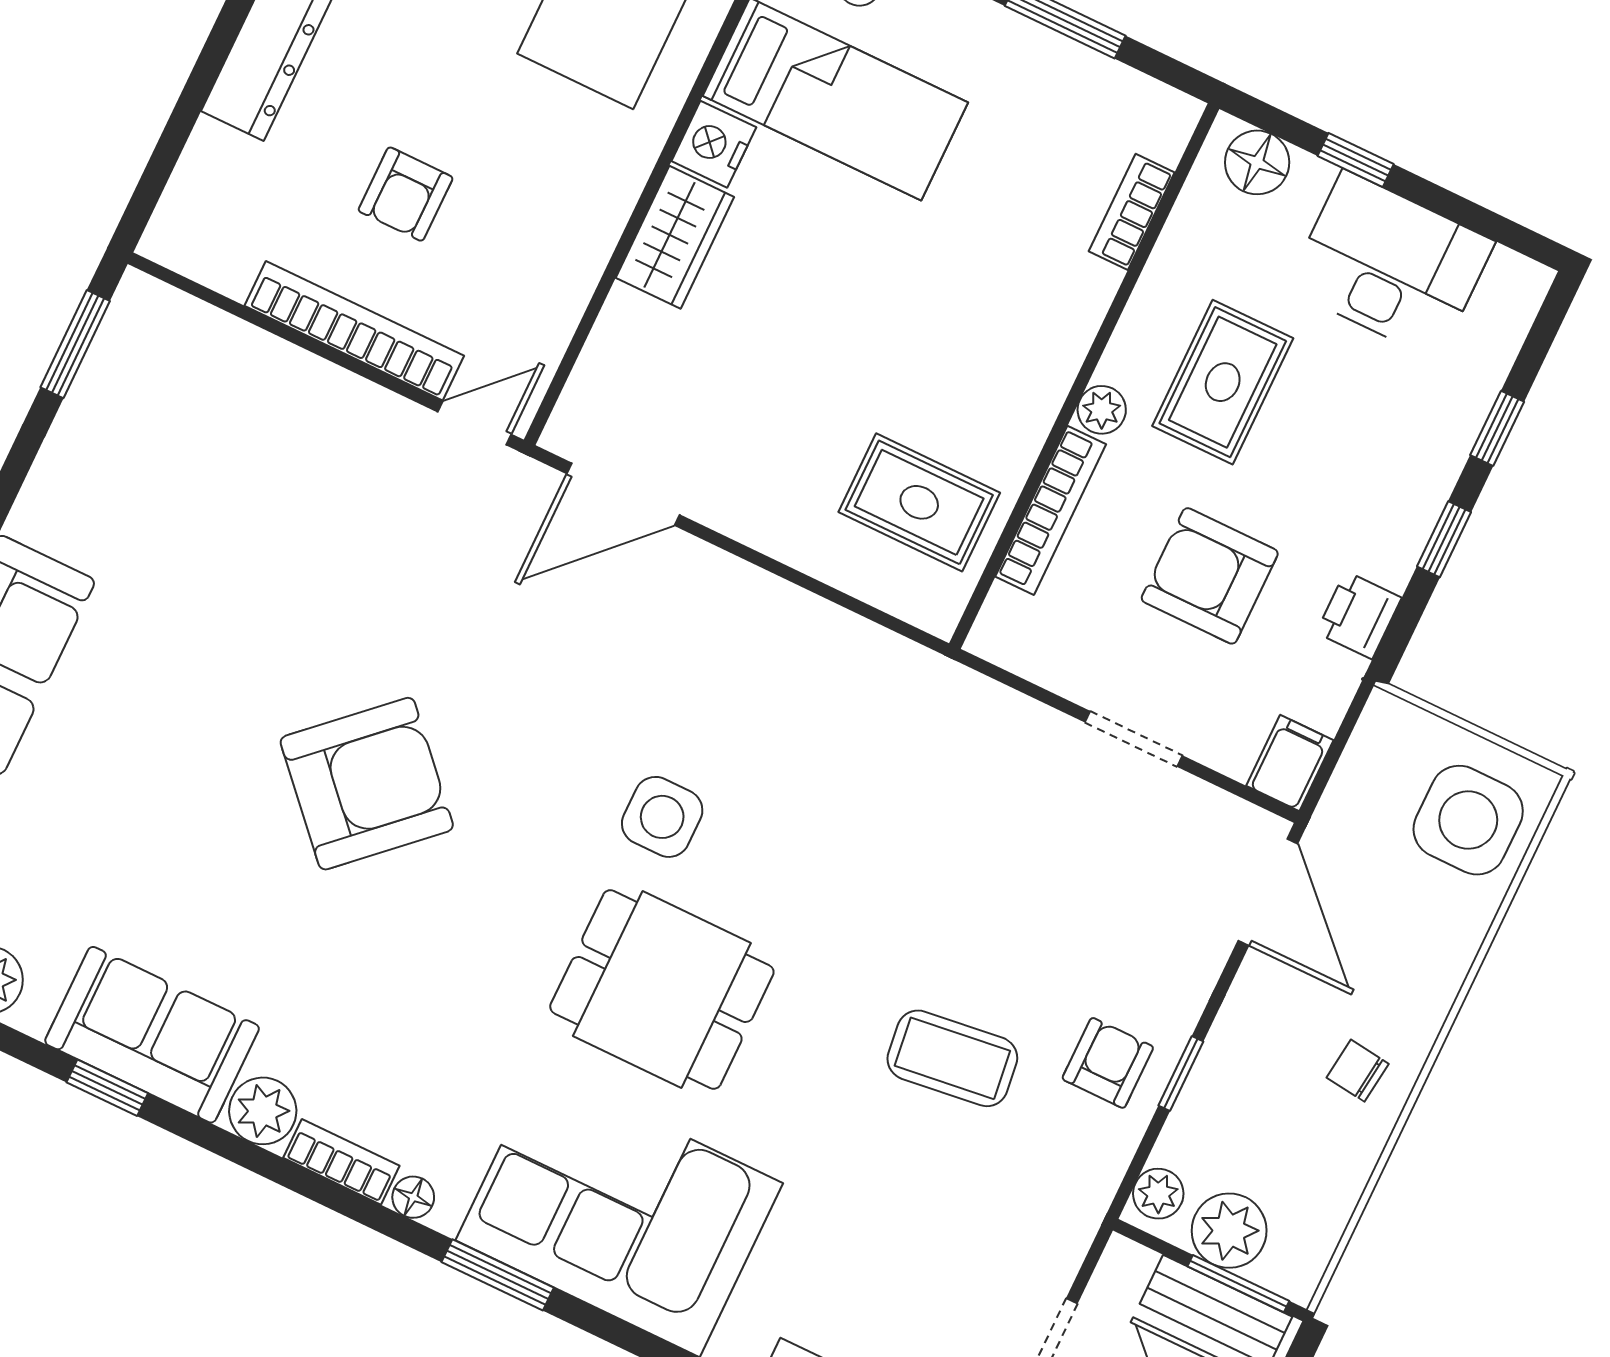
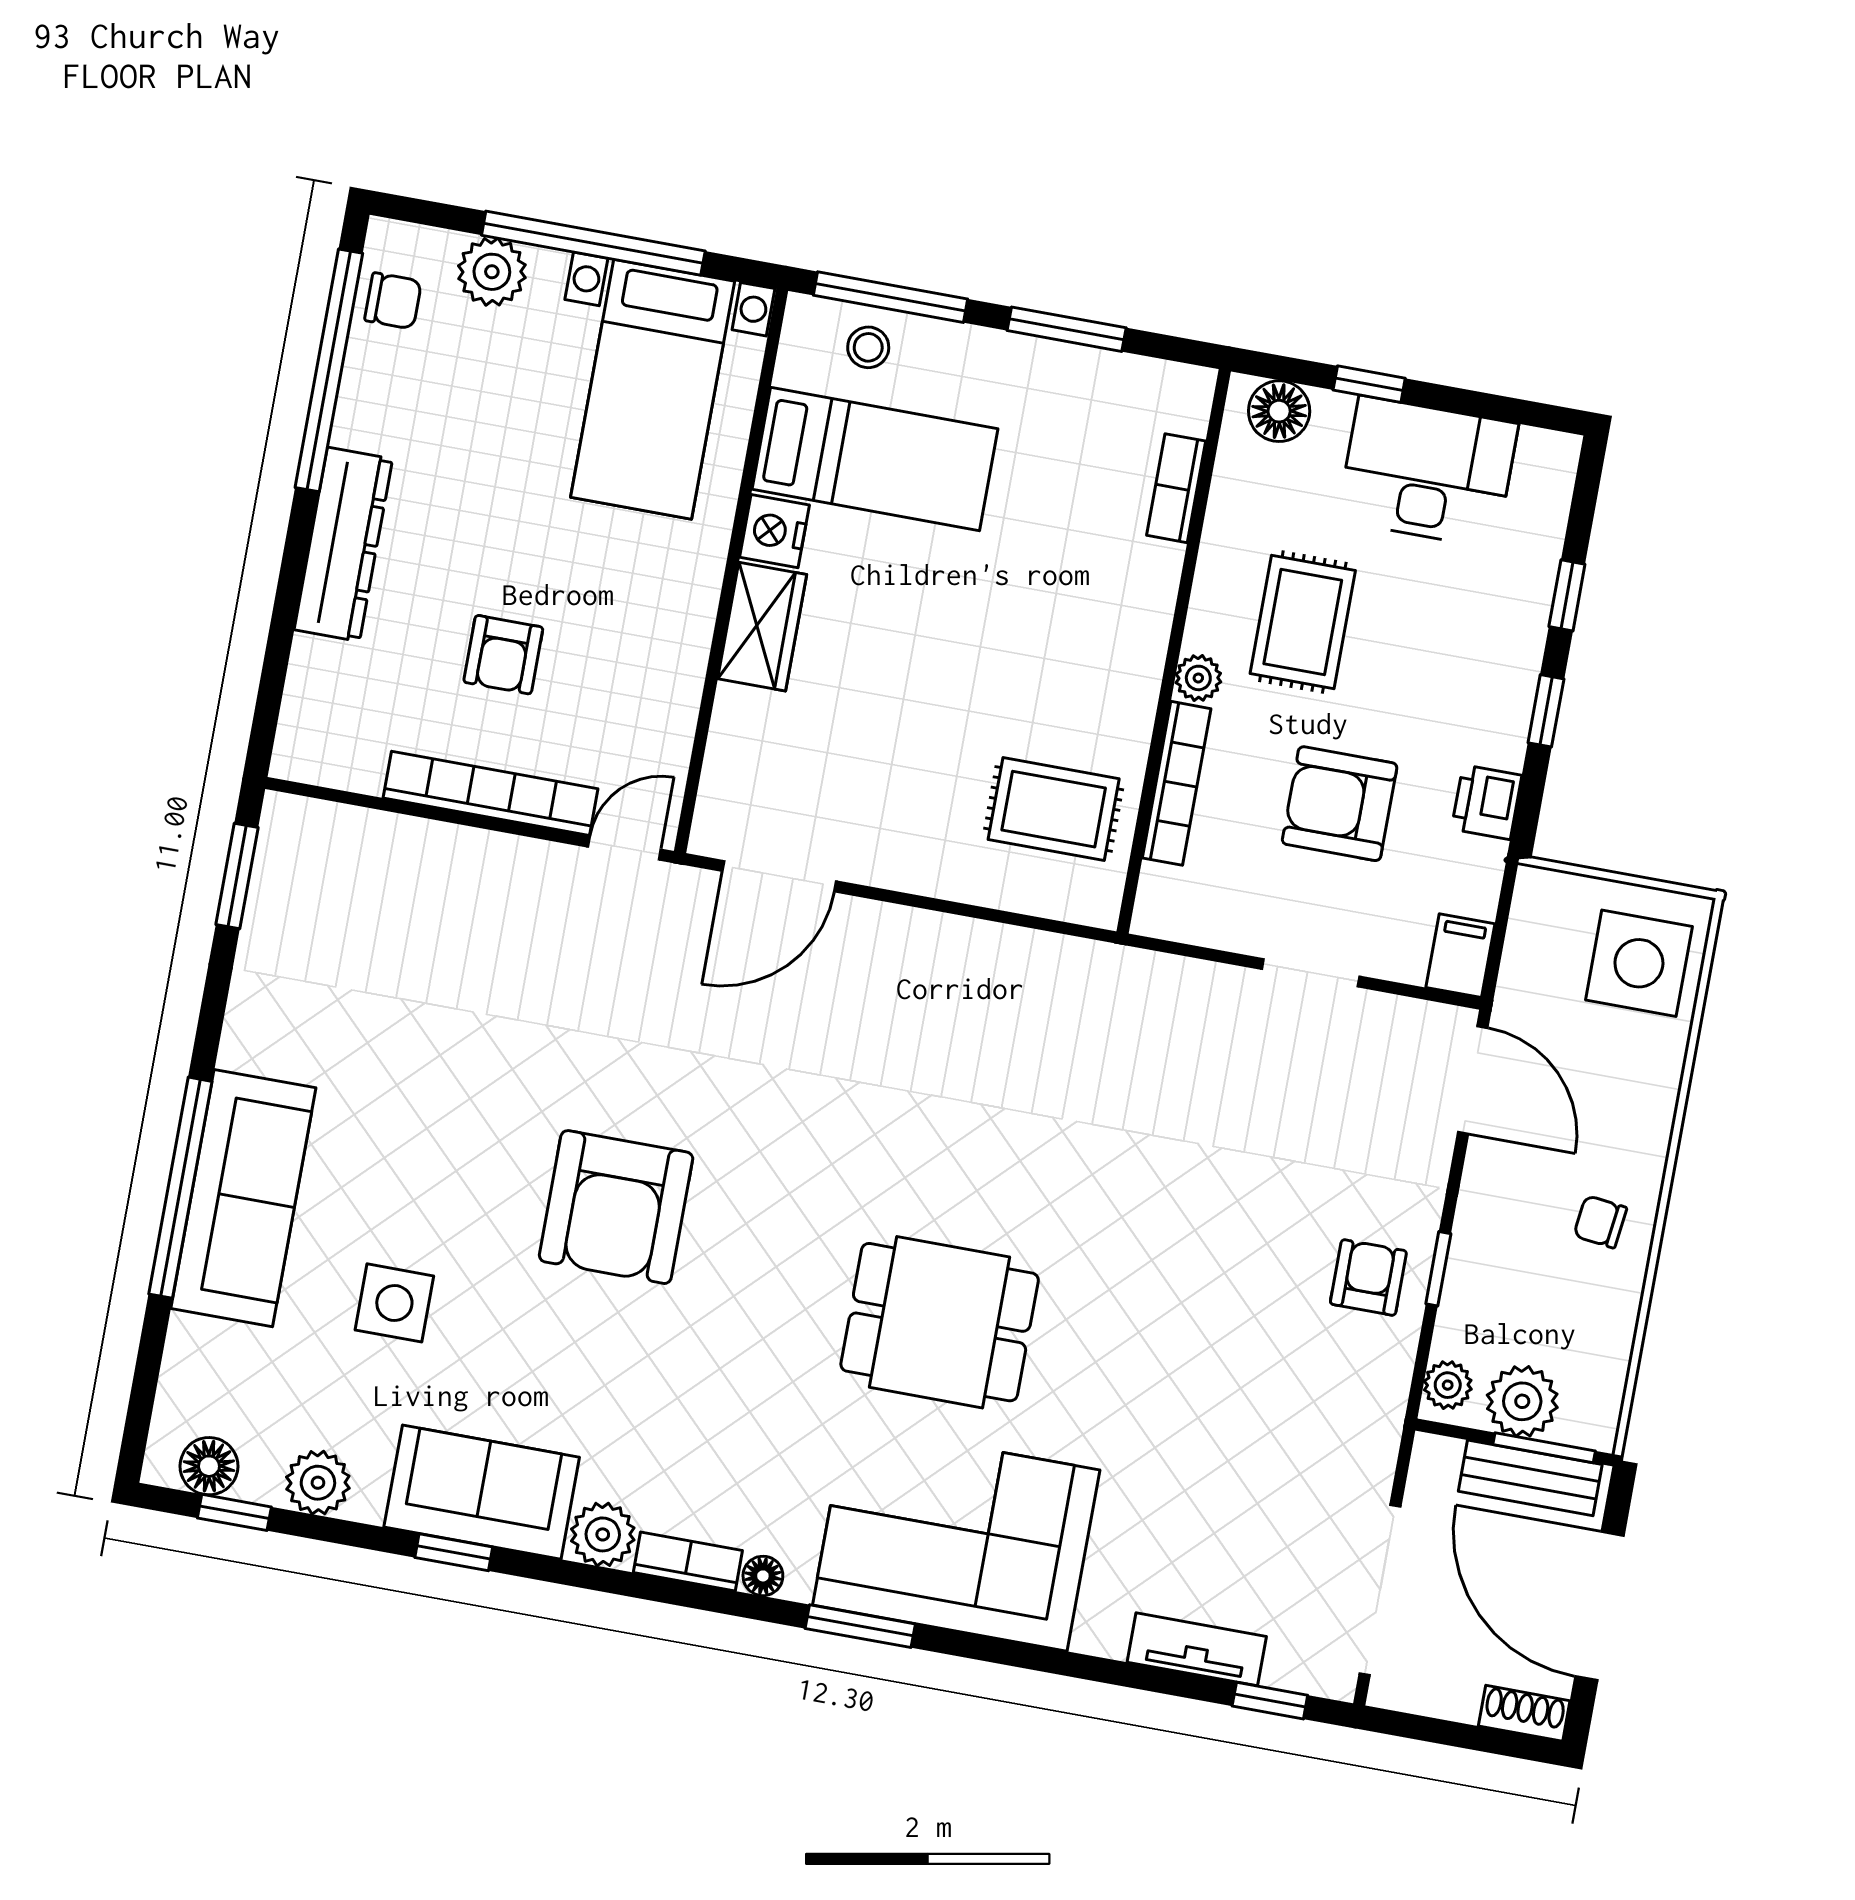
armchair: (367, 784) -> (616, 1207), turned 133
side table: (662, 817) -> (394, 1303), moved
coffee table: (952, 1058) -> (1224, 1312), removed

